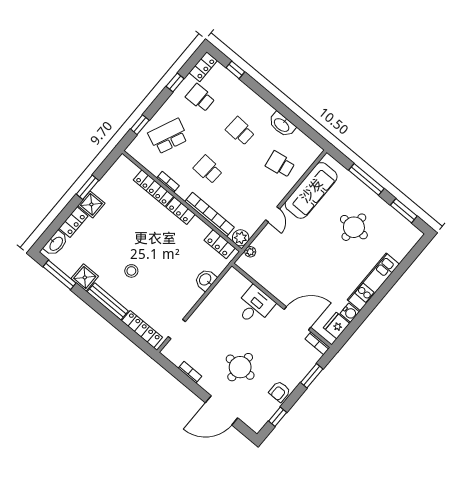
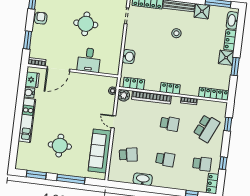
locker: (154, 188) -> (214, 94), moved
round table: (240, 367) -> (86, 24), moved

